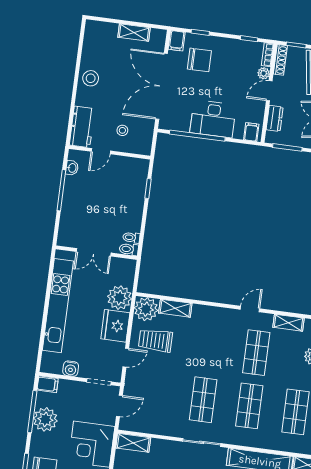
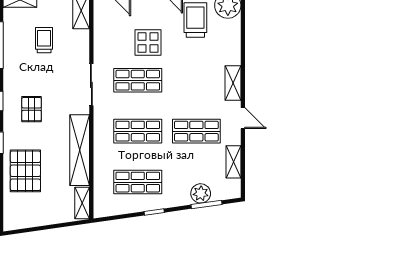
shelving: (175, 308) -> (233, 83), moved
display table: (170, 386) -> (148, 42), added

